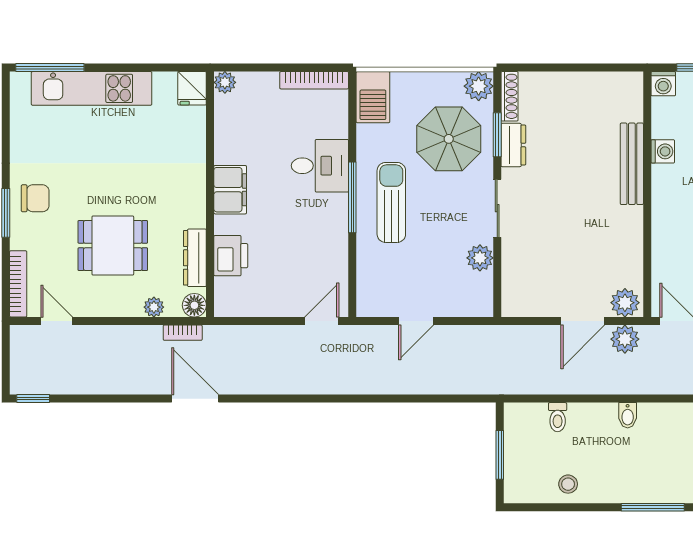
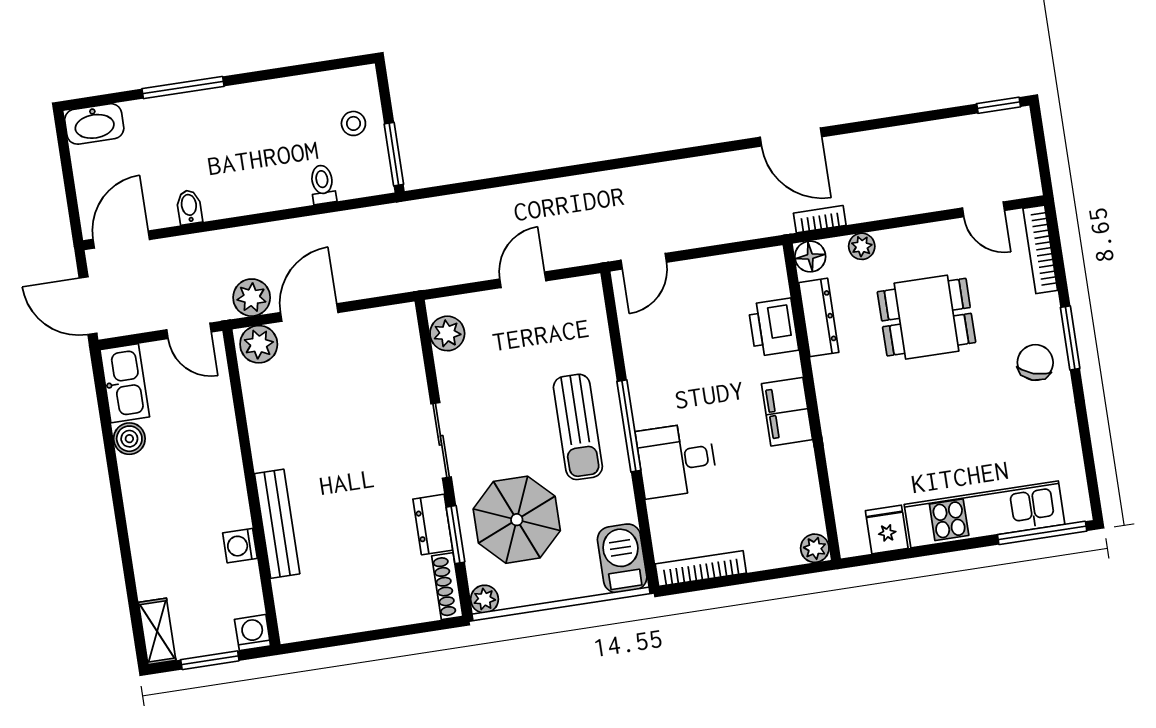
plant: (479, 86) -> (484, 599), width x0.73, depth x0.73
fridge: (192, 88) -> (887, 529), moved
chair: (35, 198) -> (1035, 362), turned 108
plant: (480, 258) -> (447, 333), moved
bidet: (628, 415) -> (189, 207), moved
window: (500, 455) -> (394, 154), moved
stool: (568, 484) -> (353, 123), moved

